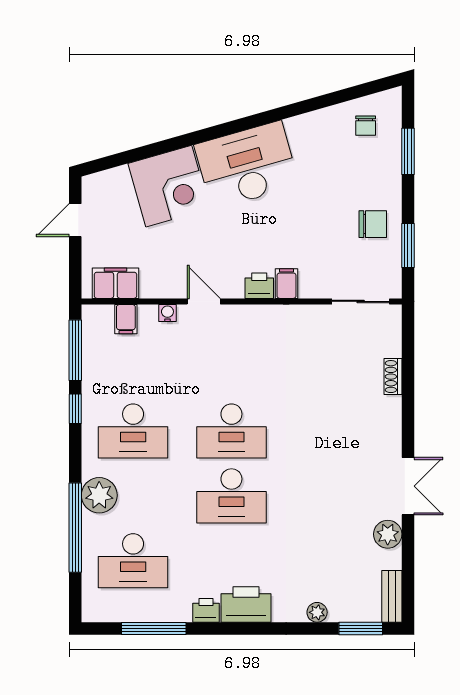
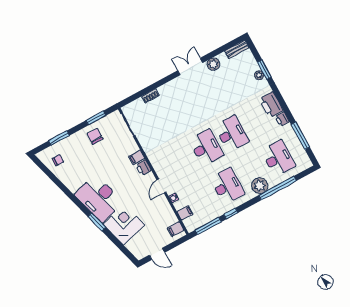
window: (202, 136) -> (97, 222), added
filing cabinet: (115, 283) -> (176, 229), width x0.50
window: (361, 629) -> (264, 70), moved

